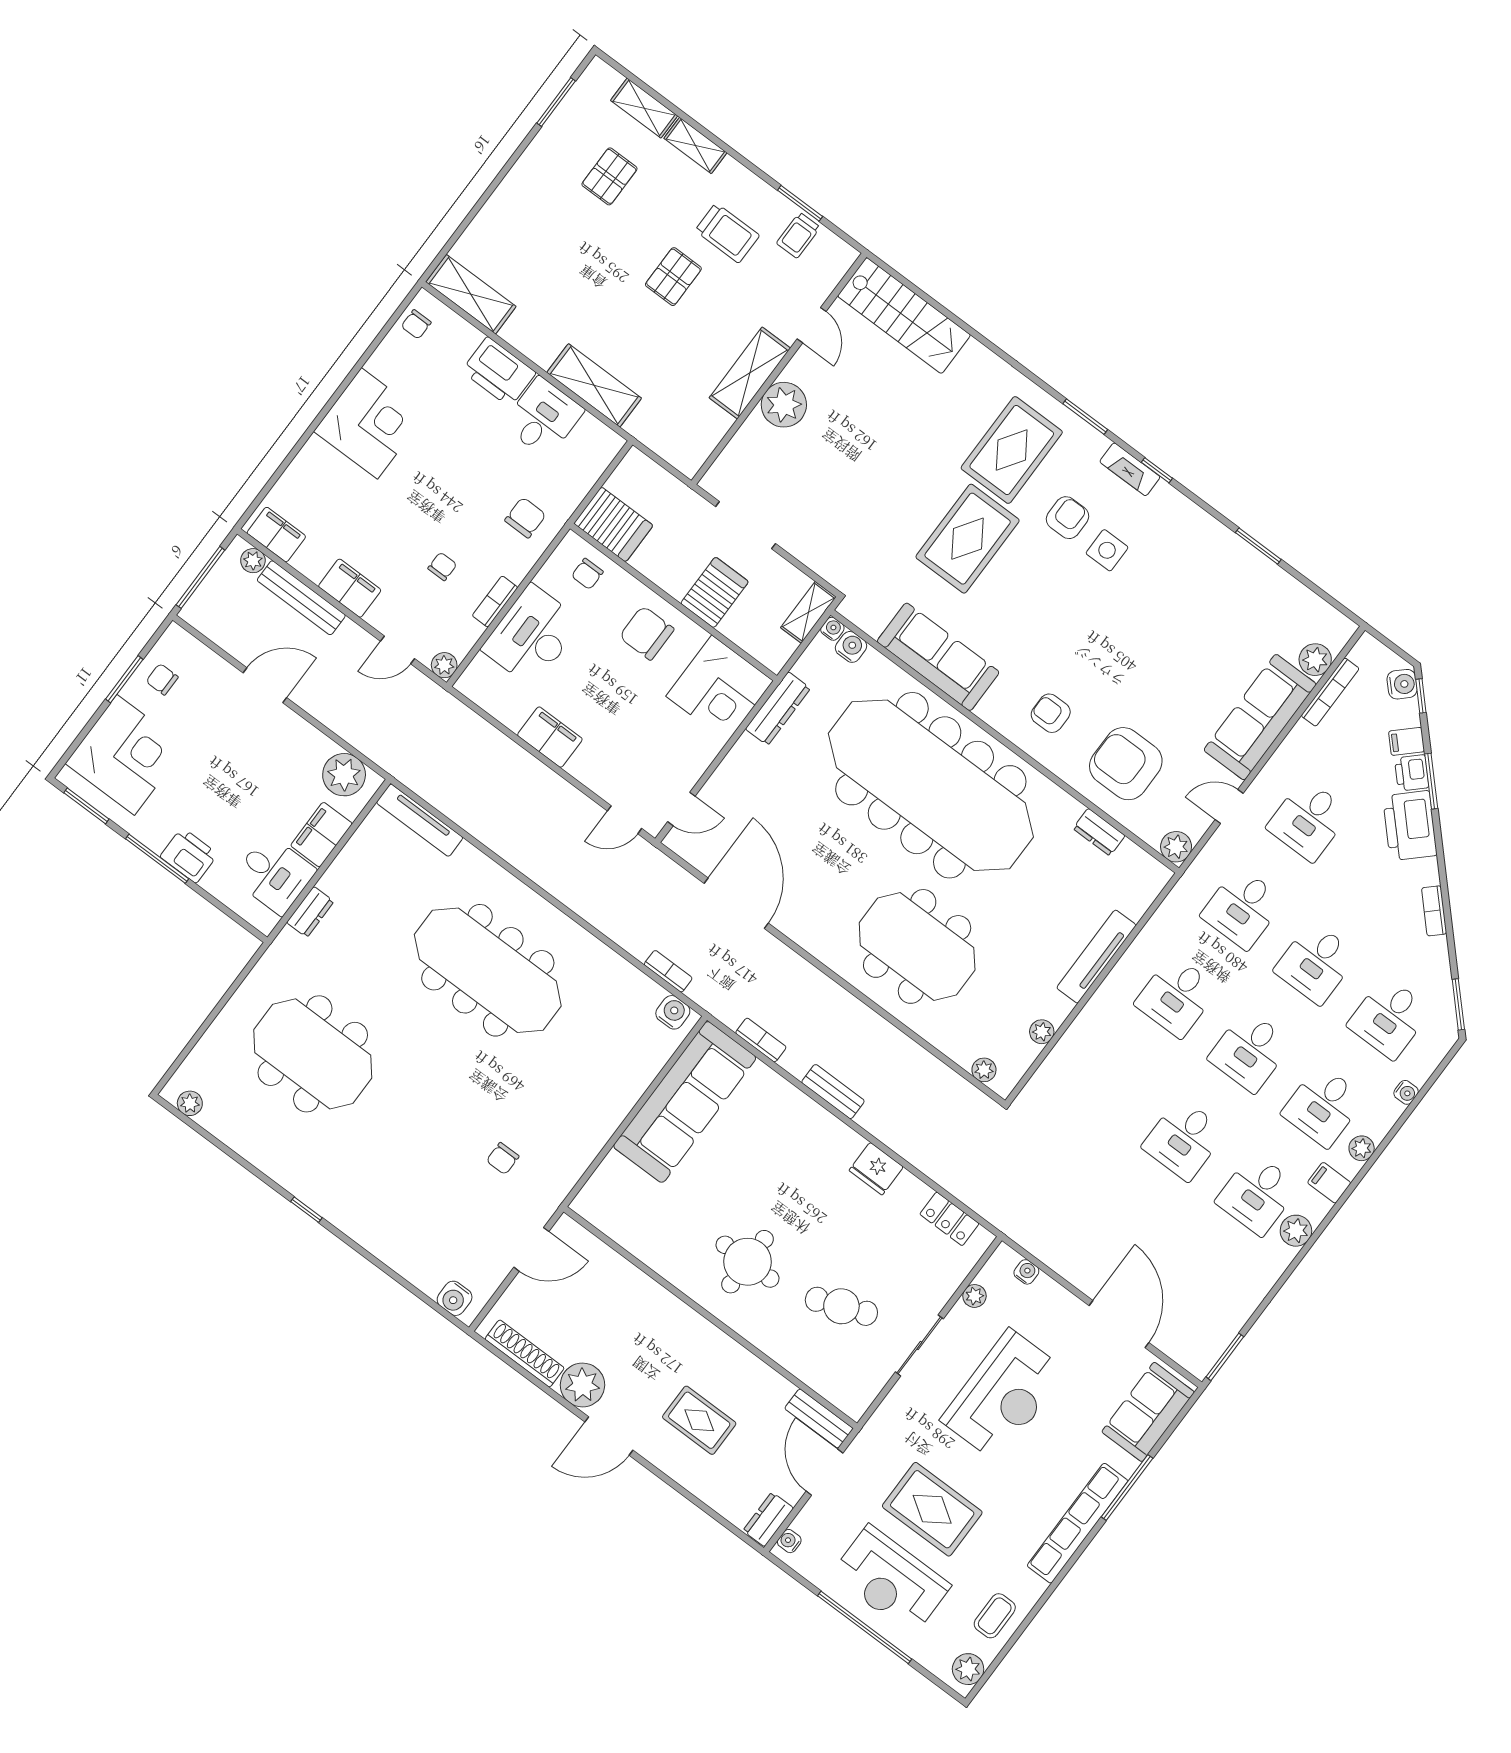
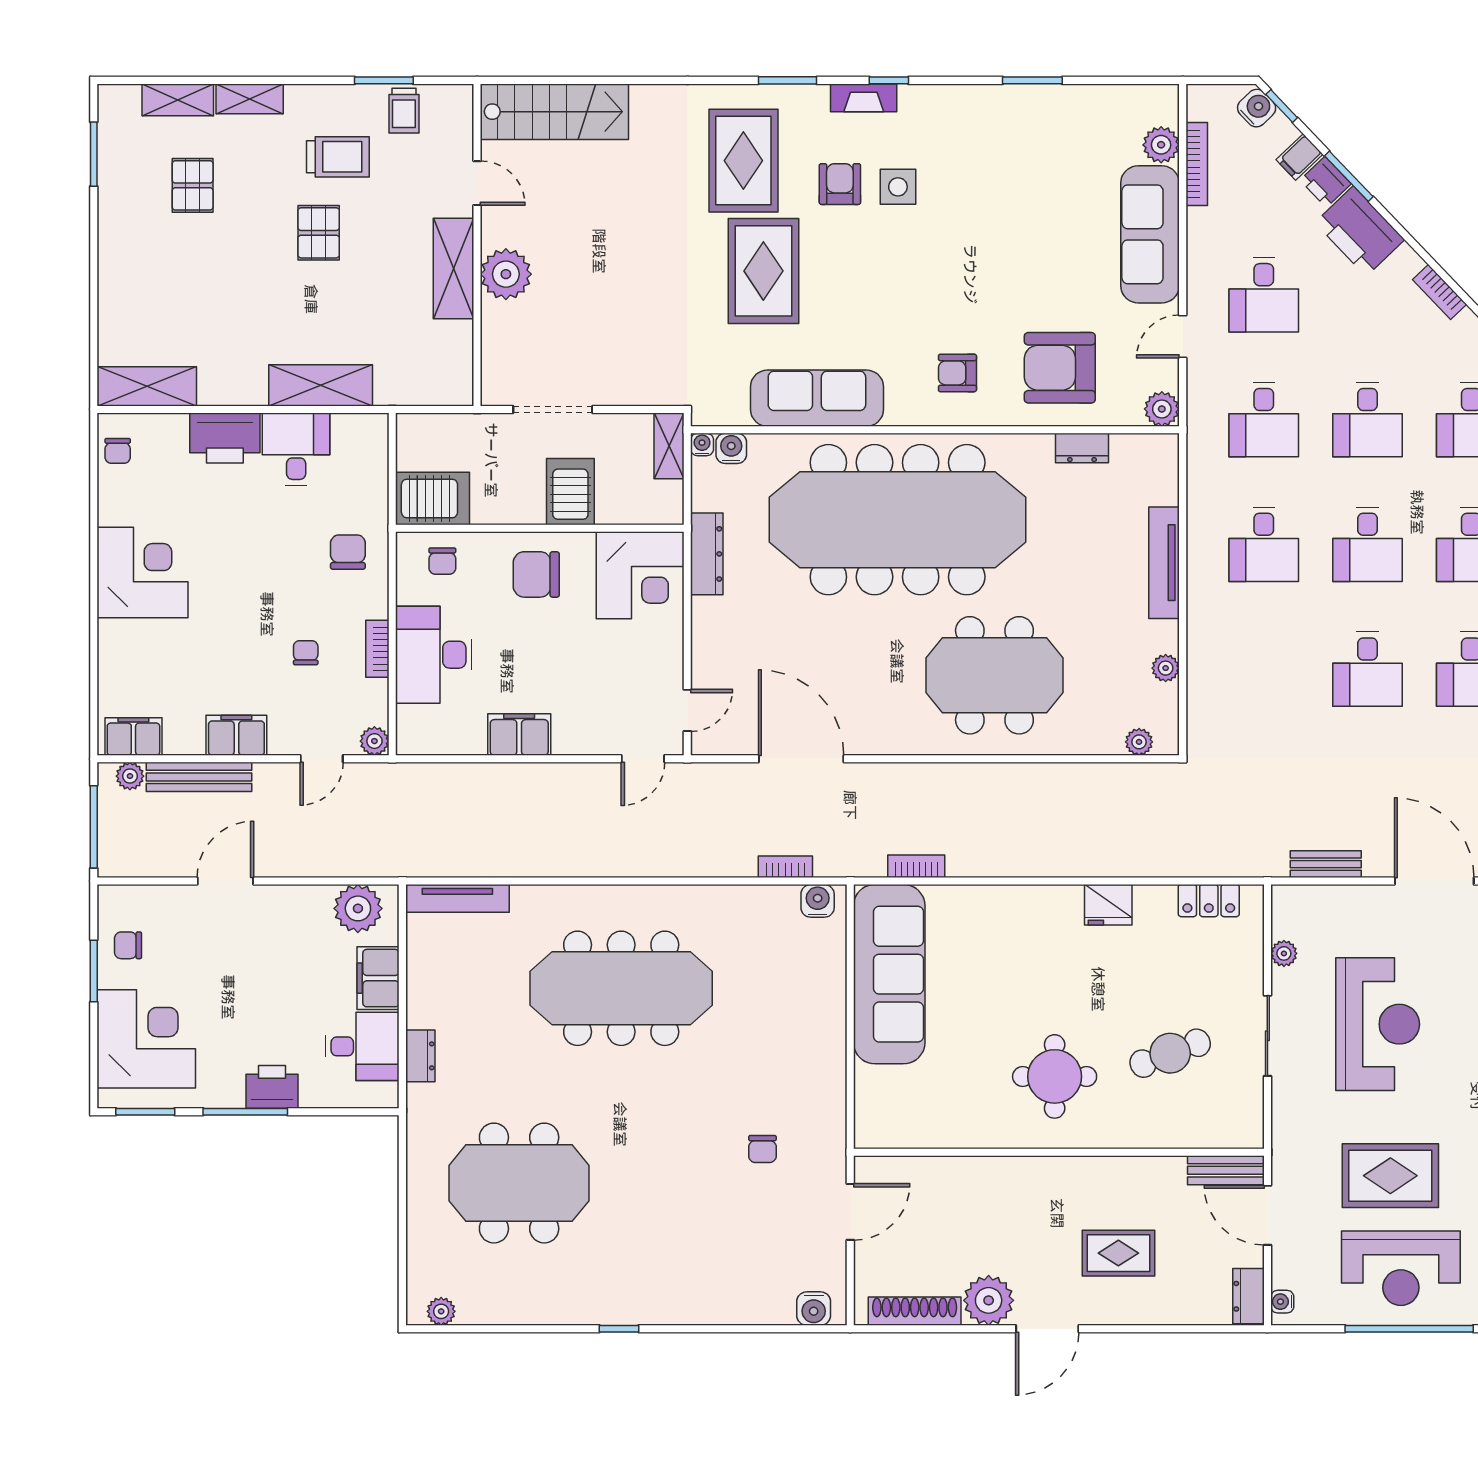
bench: (833, 1092) -> (1326, 864), moved
water cooler: (1026, 1272) -> (1315, 896), removed

